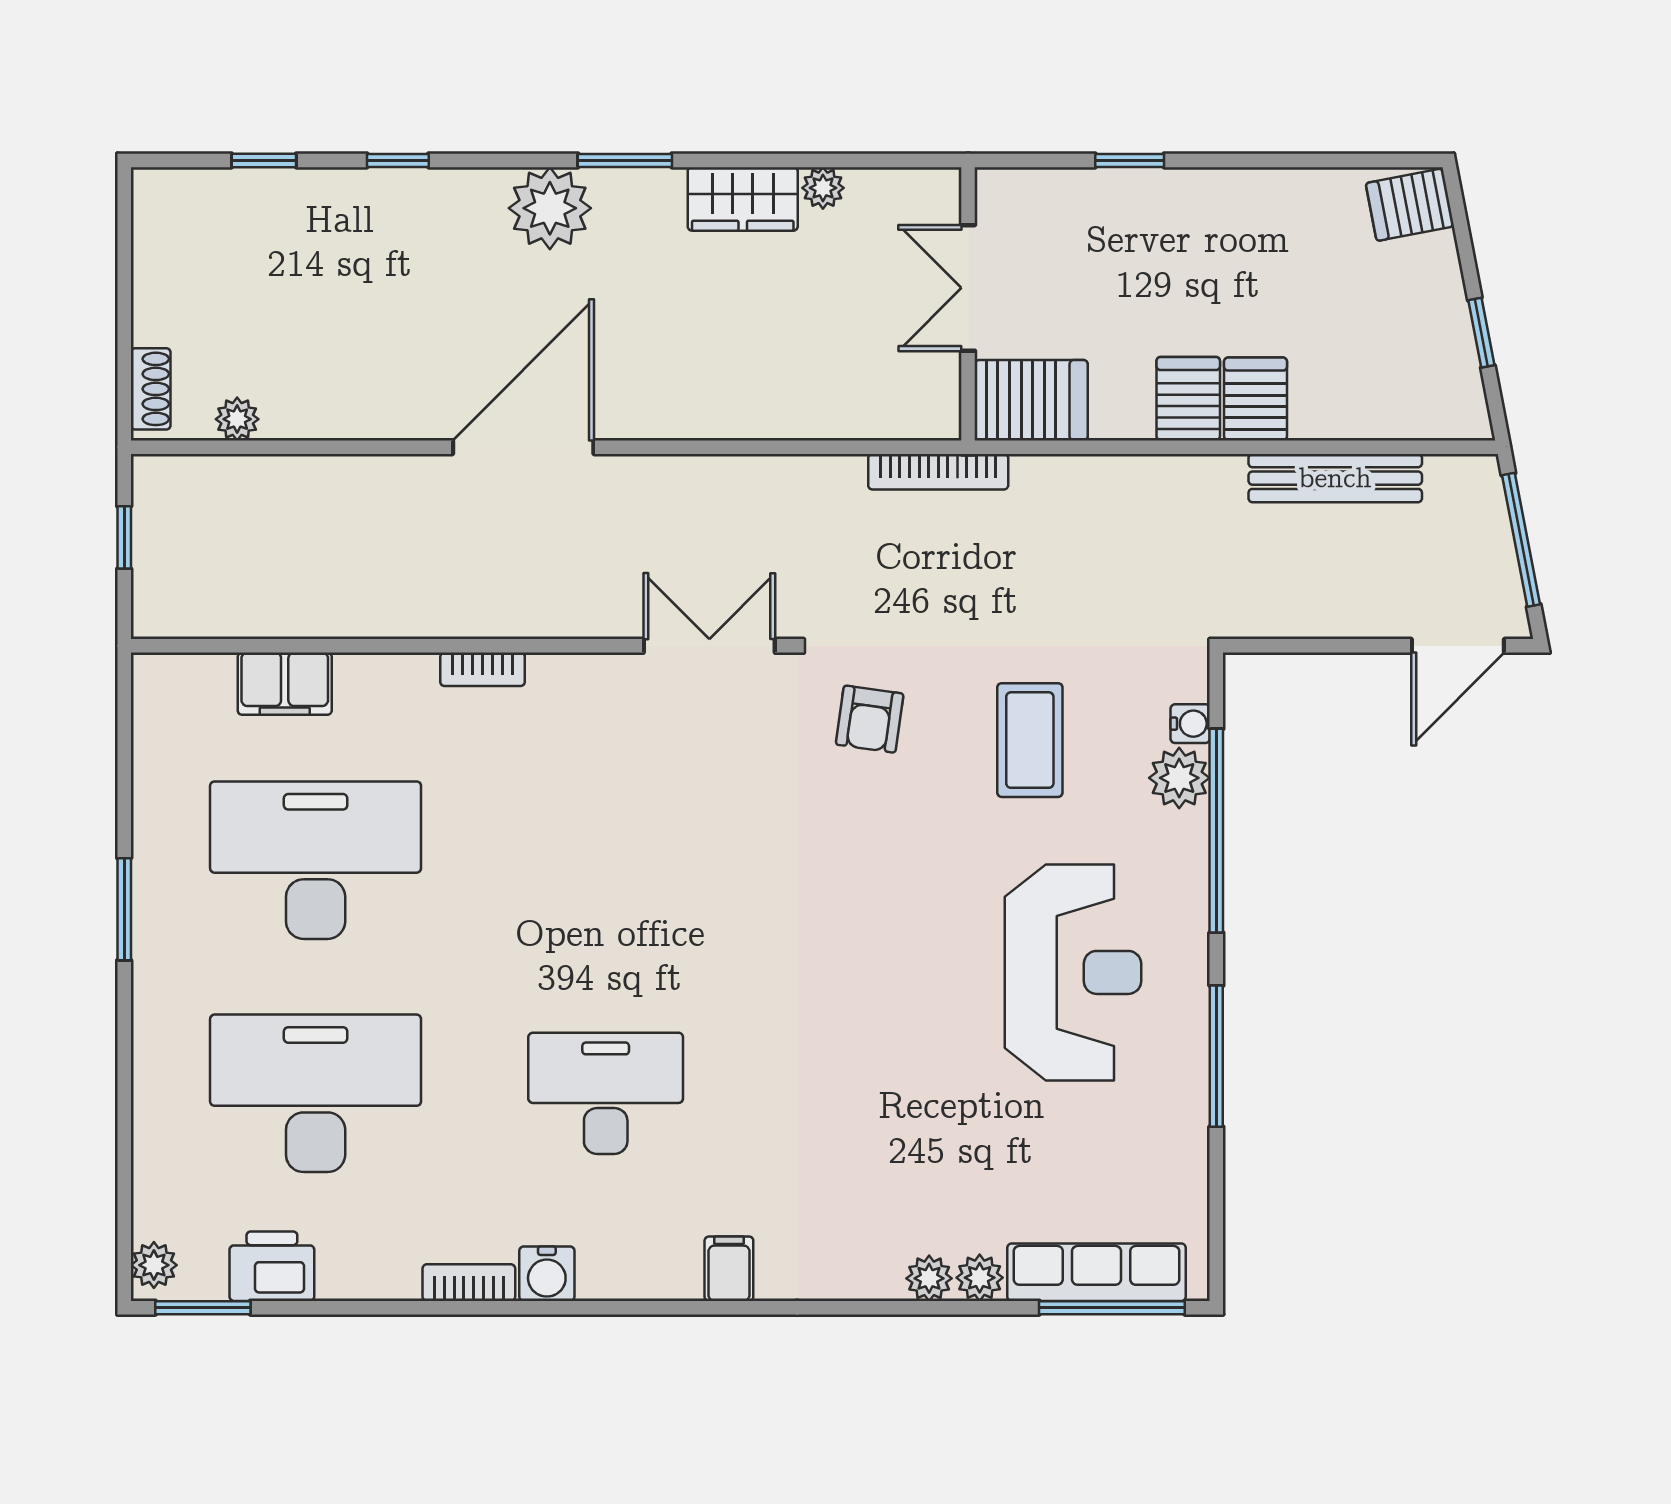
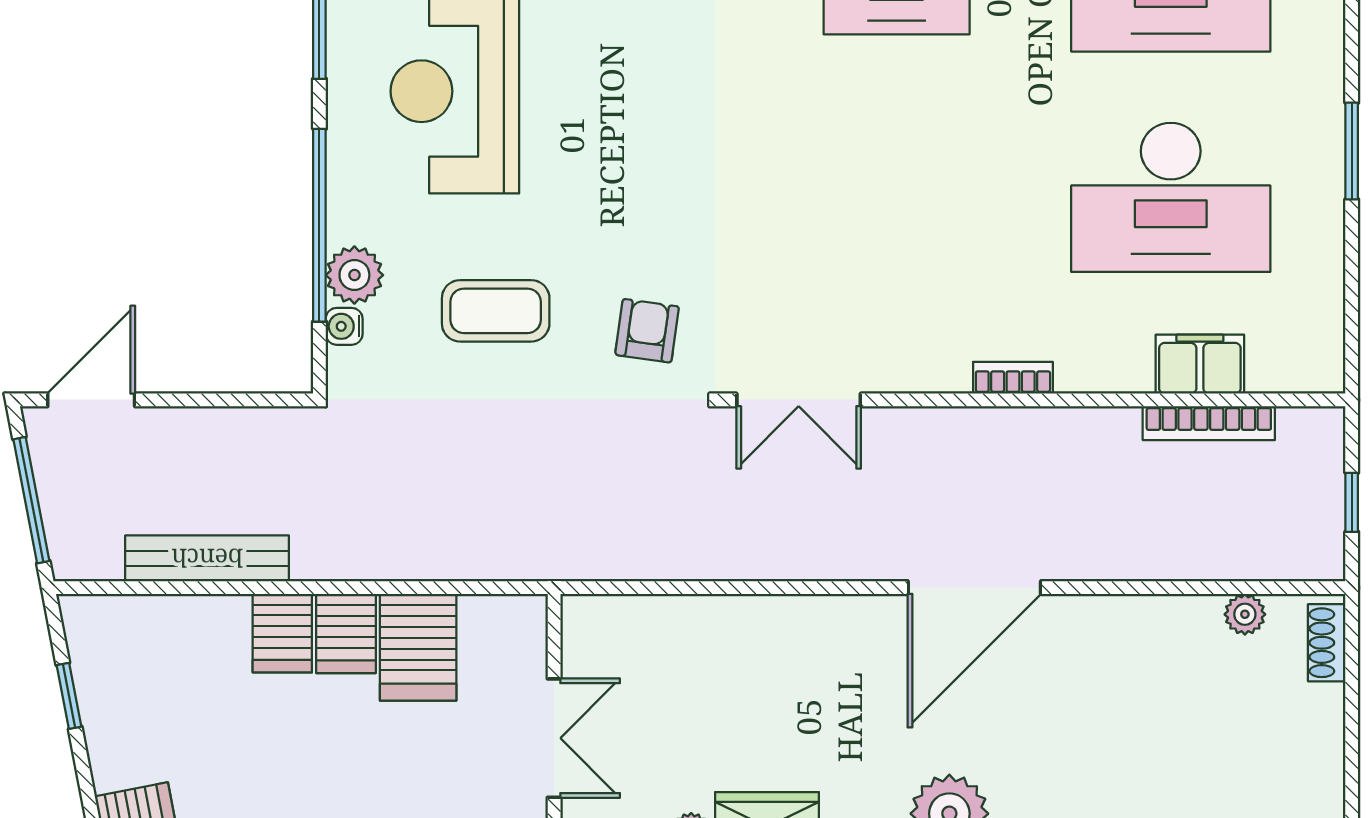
server rack: (1031, 400) -> (418, 647), moved, turned -90
bookcase: (938, 472) -> (1209, 423), moved, turned 180
coffee table: (1030, 740) -> (496, 311), turned 90

